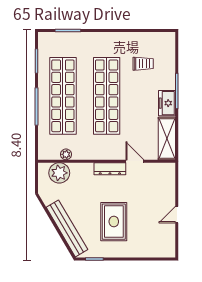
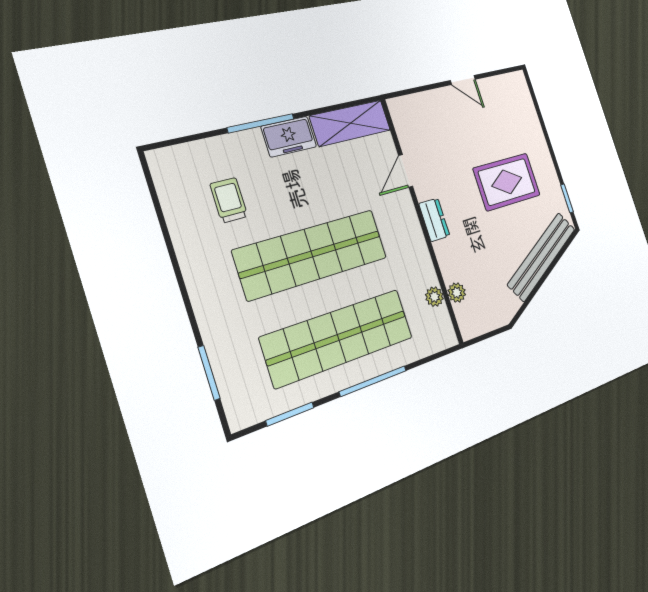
dresser: (110, 169) -> (434, 220), width x0.70
plant: (59, 173) -> (457, 293), width x0.53, depth x0.53

